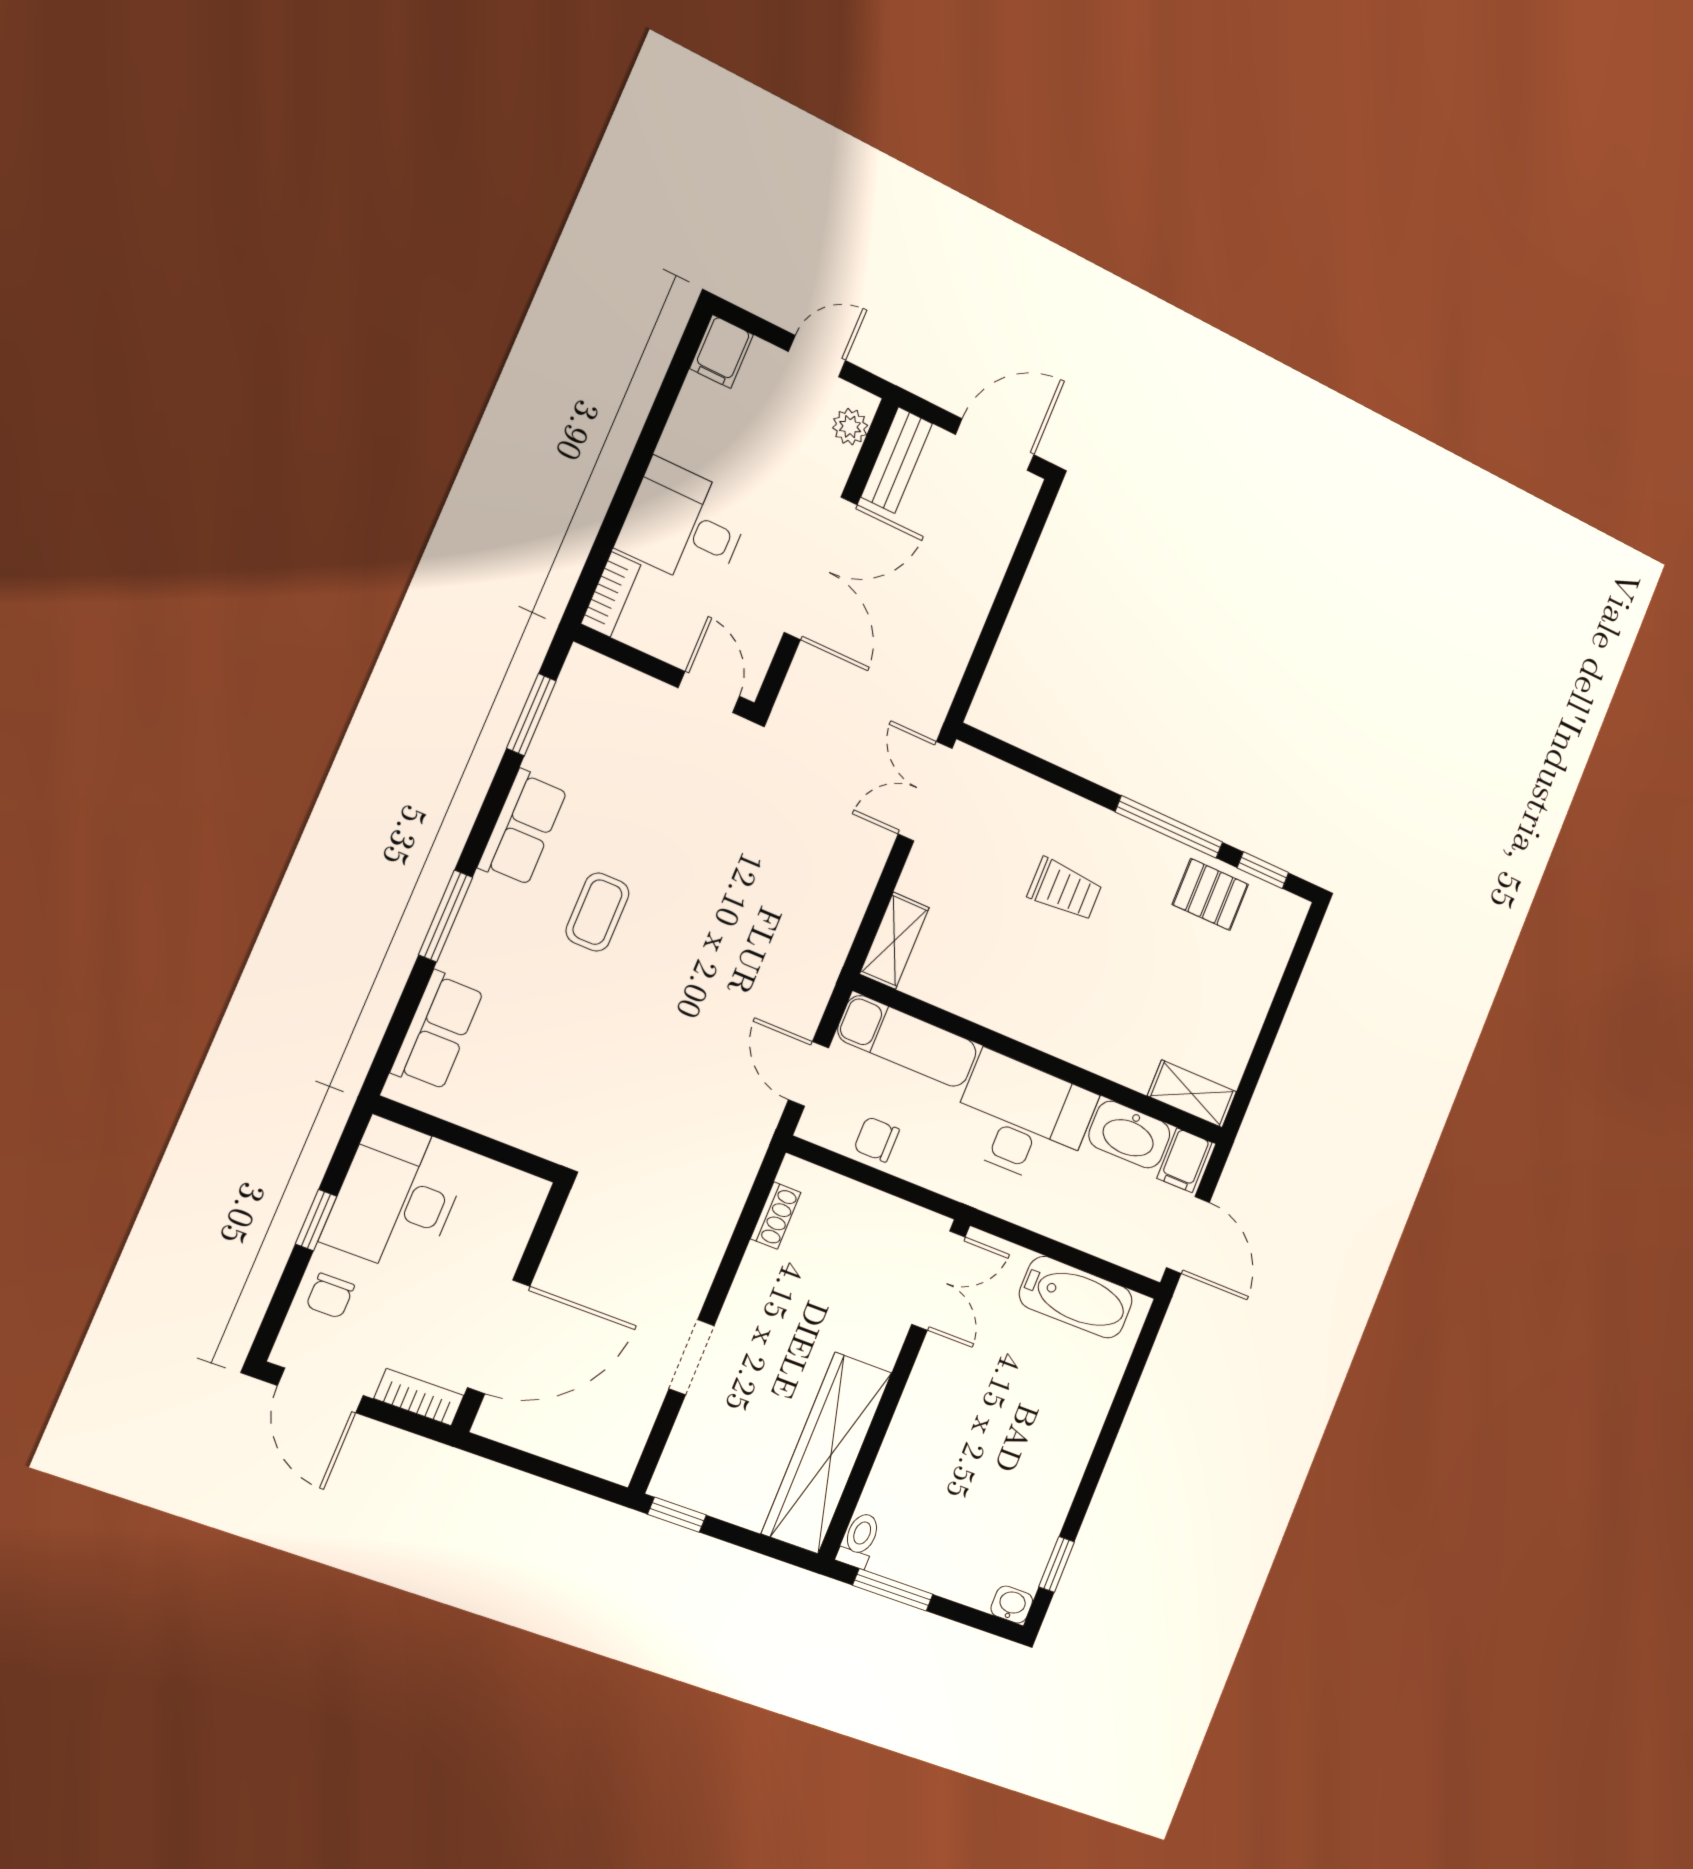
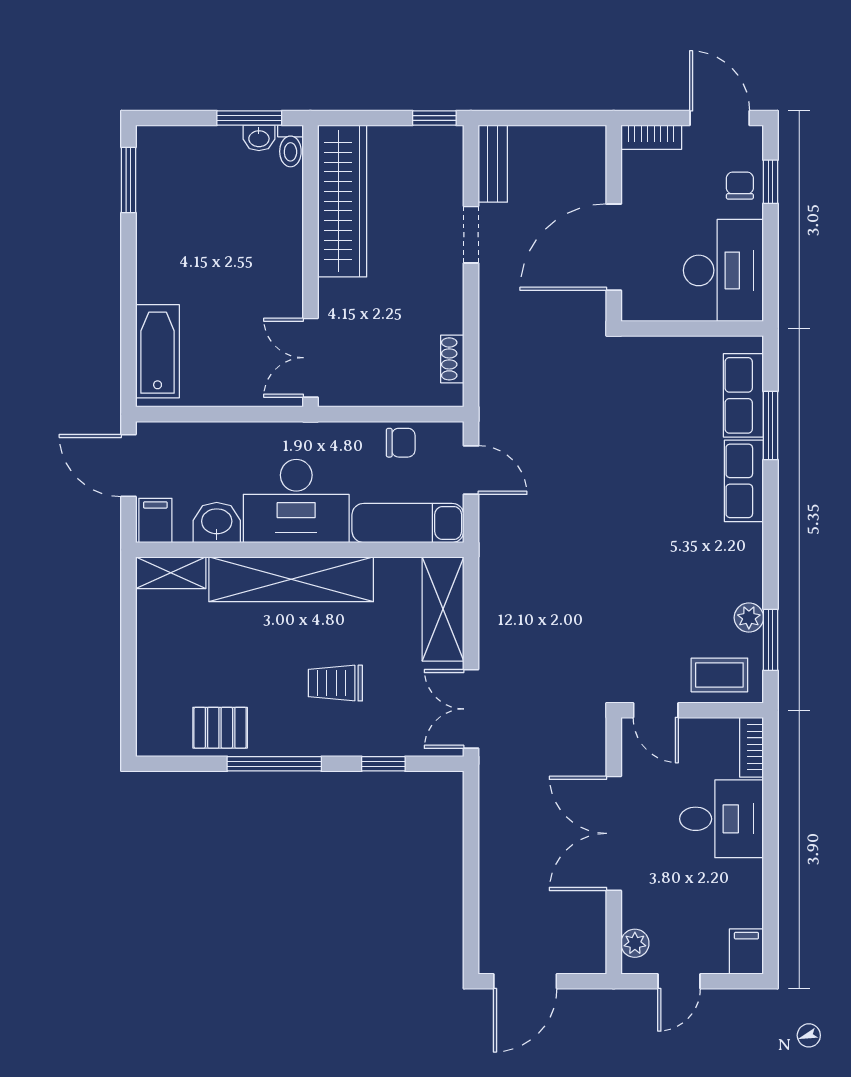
bench: (897, 460) -> (493, 164), moved
plant: (547, 754) -> (749, 618), added
double door: (925, 791) -> (471, 709), swing flipped
row of seats: (523, 828) -> (744, 481), moved
window: (1263, 870) -> (383, 764), moved
coffee table: (597, 912) -> (719, 675), moved, turned 90
window: (446, 916) -> (771, 426), moved
shelving: (894, 941) -> (443, 609), width x1.50, depth x1.33
shelving: (1065, 1031) -> (291, 579), added
washbasin: (1129, 1135) -> (217, 522), width x0.72
window: (316, 1220) -> (771, 182), moved
bathtub: (1076, 1297) -> (158, 351), moved, turned 90
door: (499, 1337) -> (614, 247), moved
window: (1057, 1564) -> (128, 180), width x1.50
washbasin: (1012, 1605) -> (259, 138), moved

